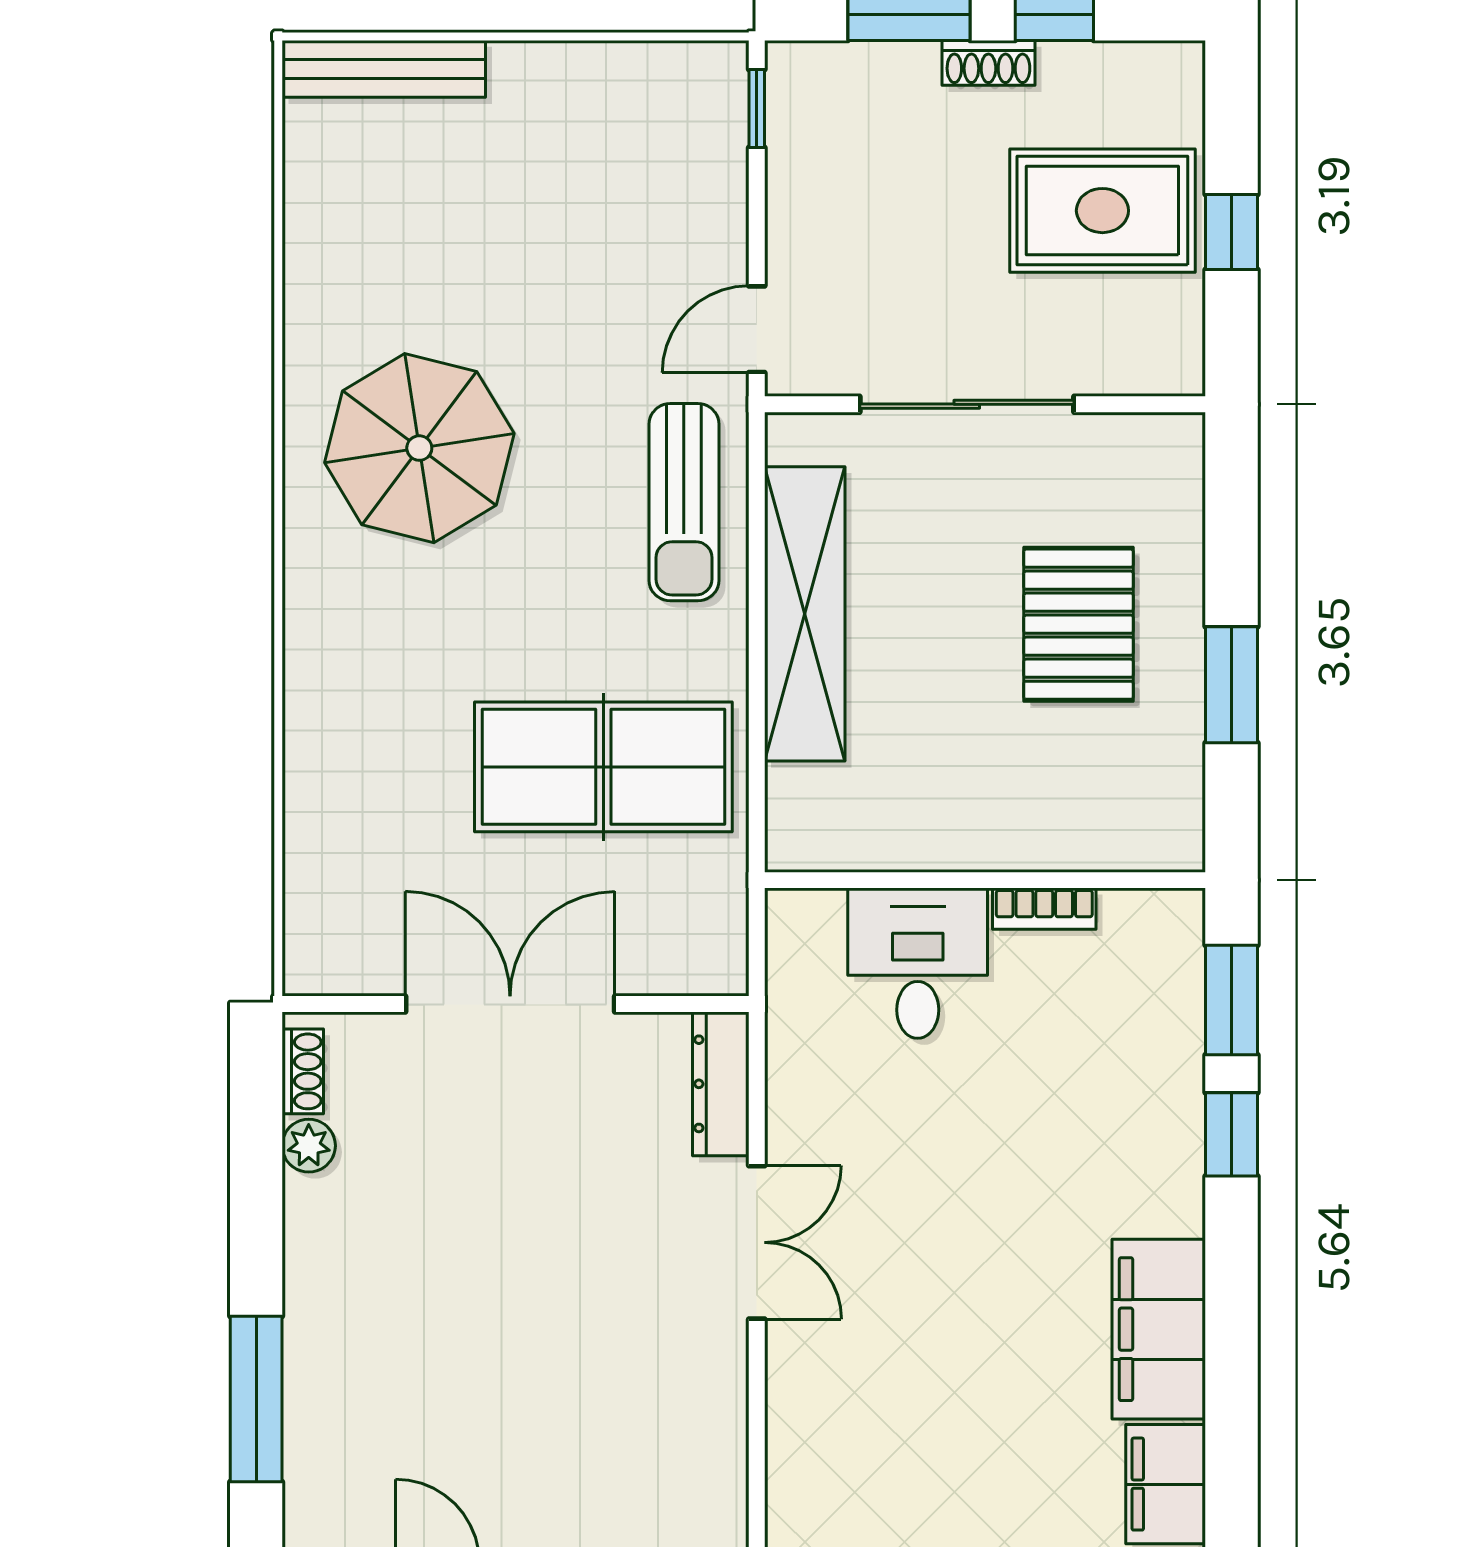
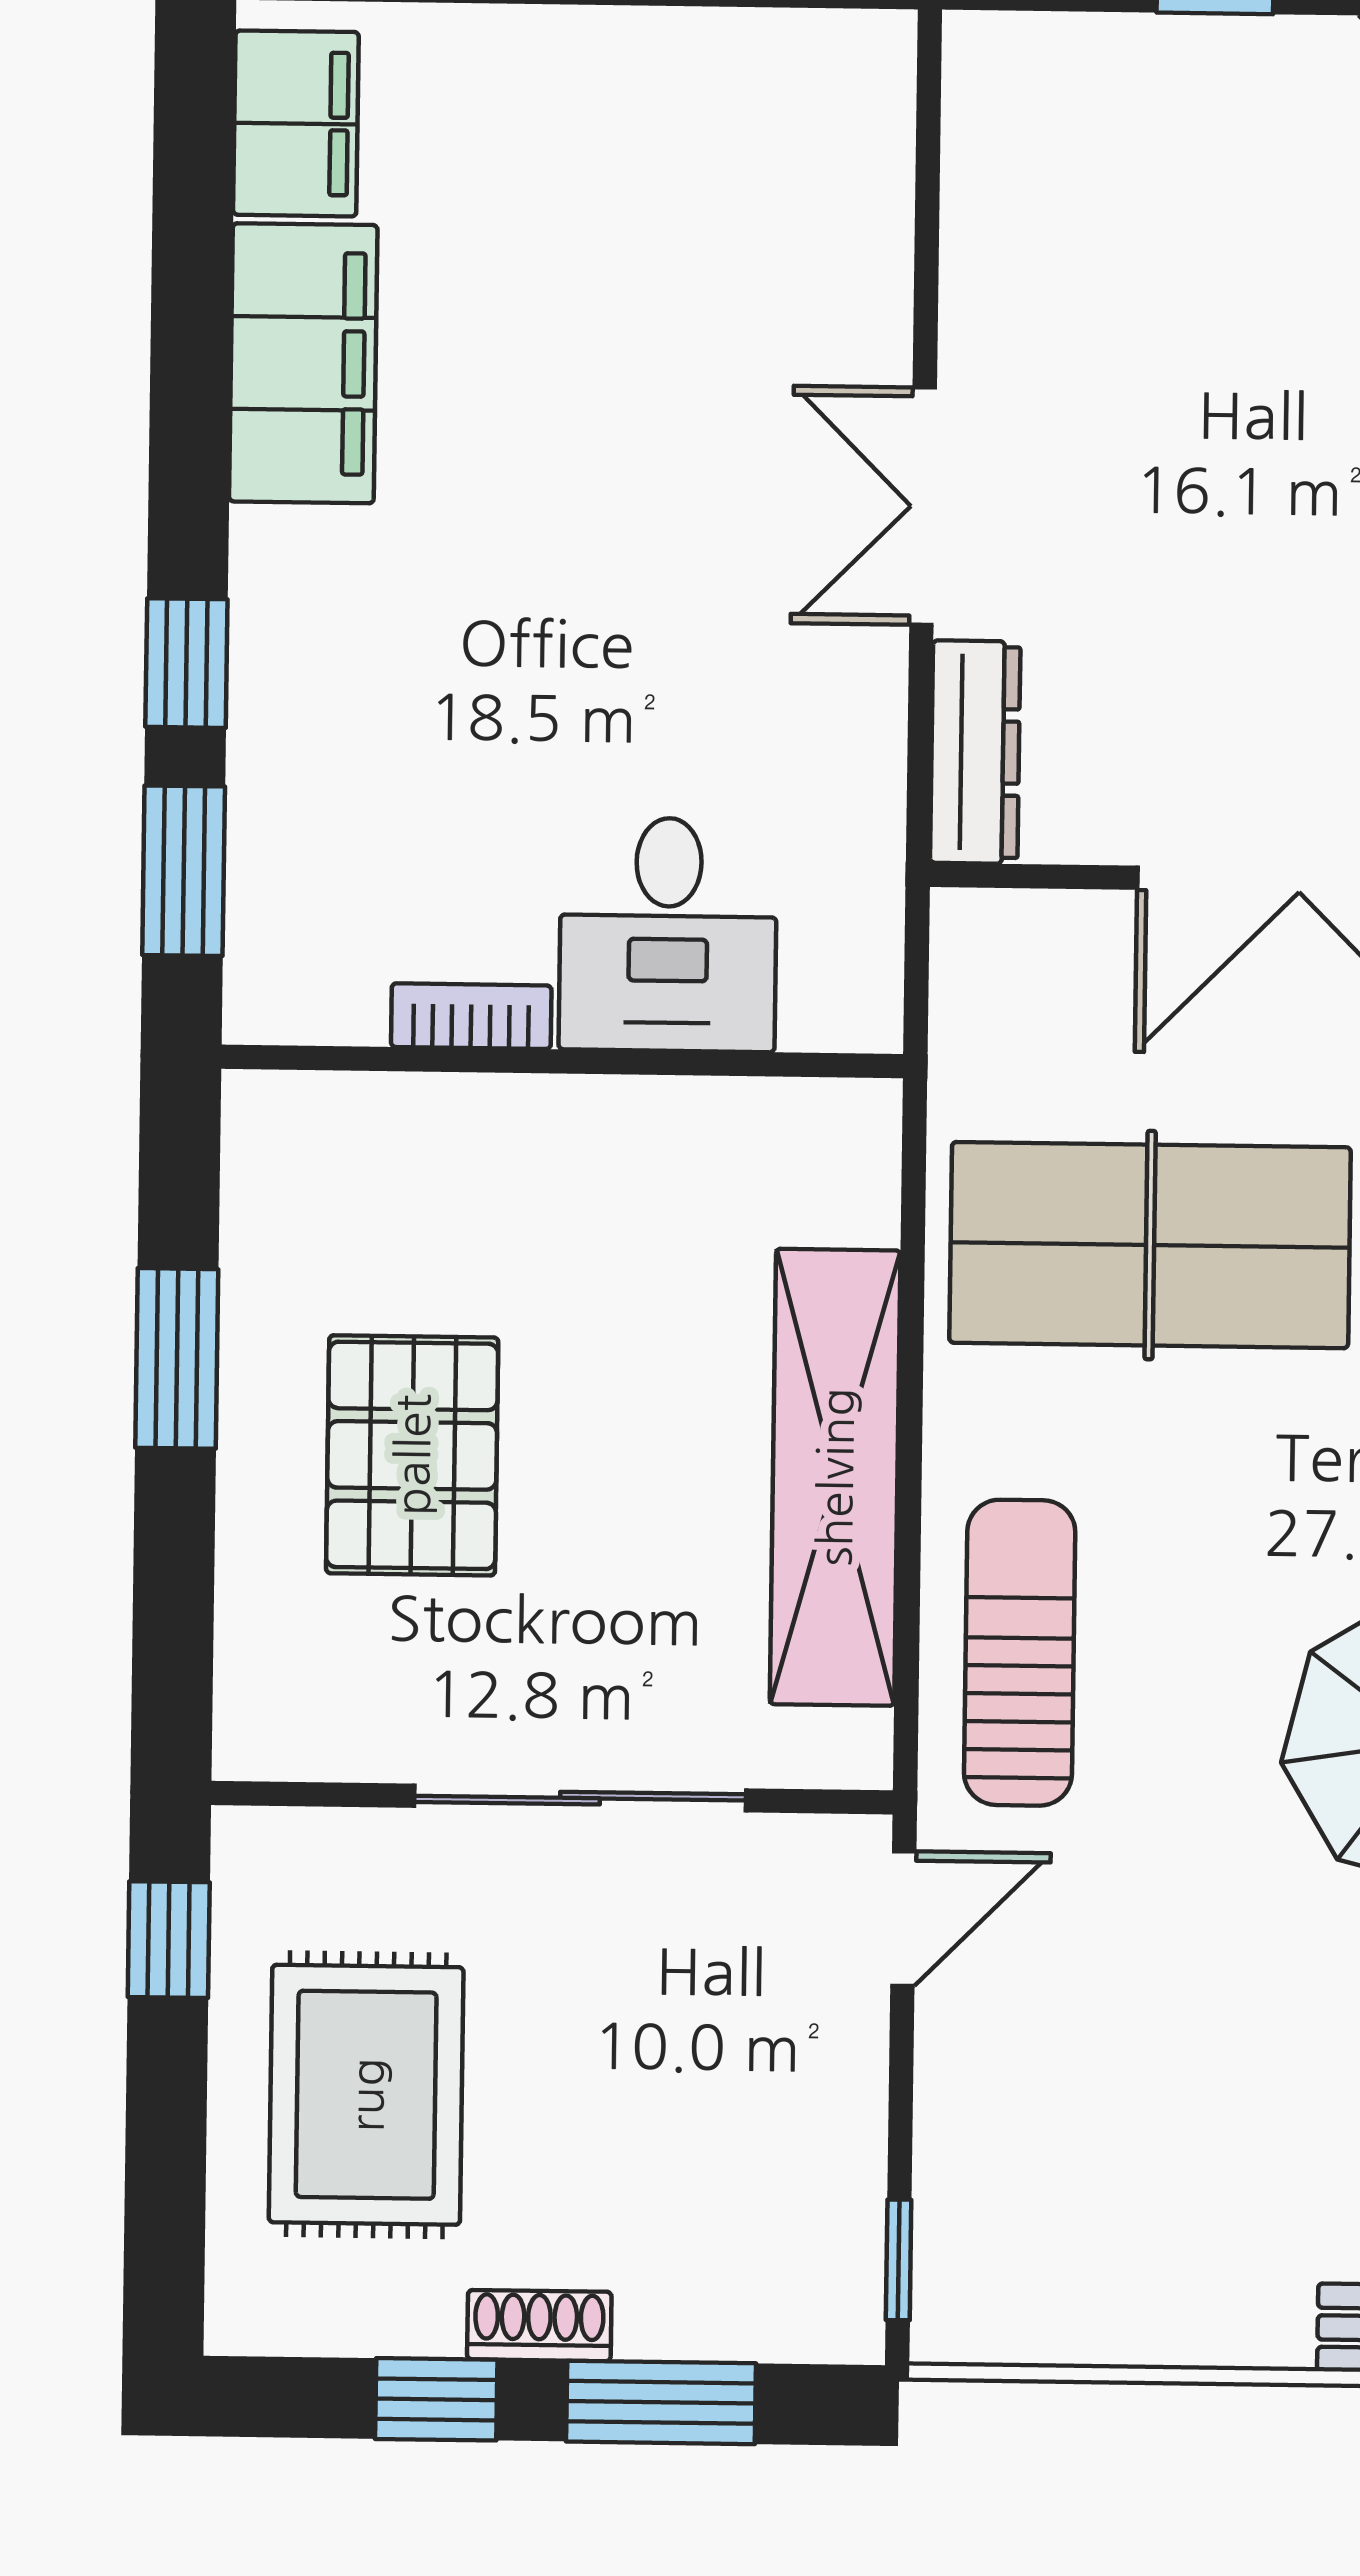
rug: (1102, 211) -> (366, 2095), turned 90
window: (1231, 232) -> (169, 1940), moved

